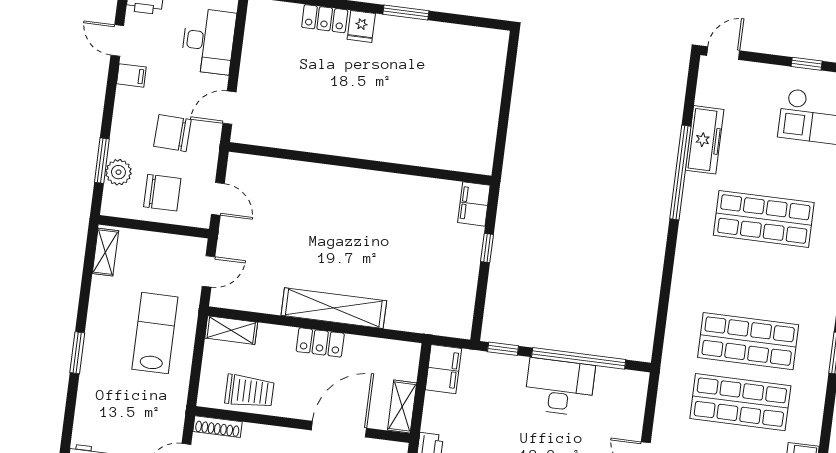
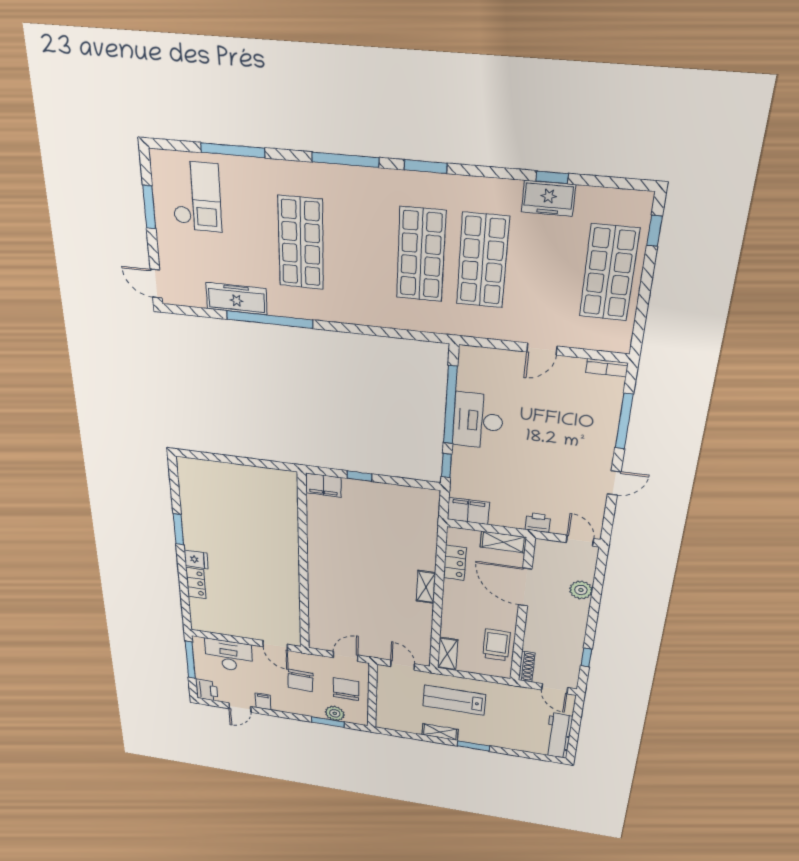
window: (807, 64) -> (149, 207), width x1.50
shelving: (105, 252) -> (440, 732), moved
shelving: (334, 308) -> (426, 587), width x0.45, depth x0.75
locker: (320, 342) -> (455, 563), moved

